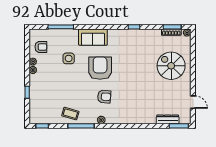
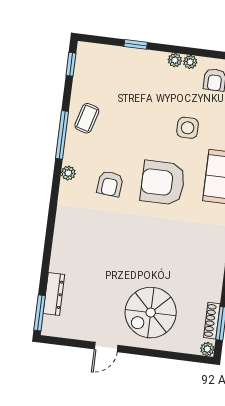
spiral stairs: (171, 66) -> (151, 313), turned 180
armchair: (100, 68) -> (163, 183), turned 180
door: (193, 102) -> (106, 347), moved

